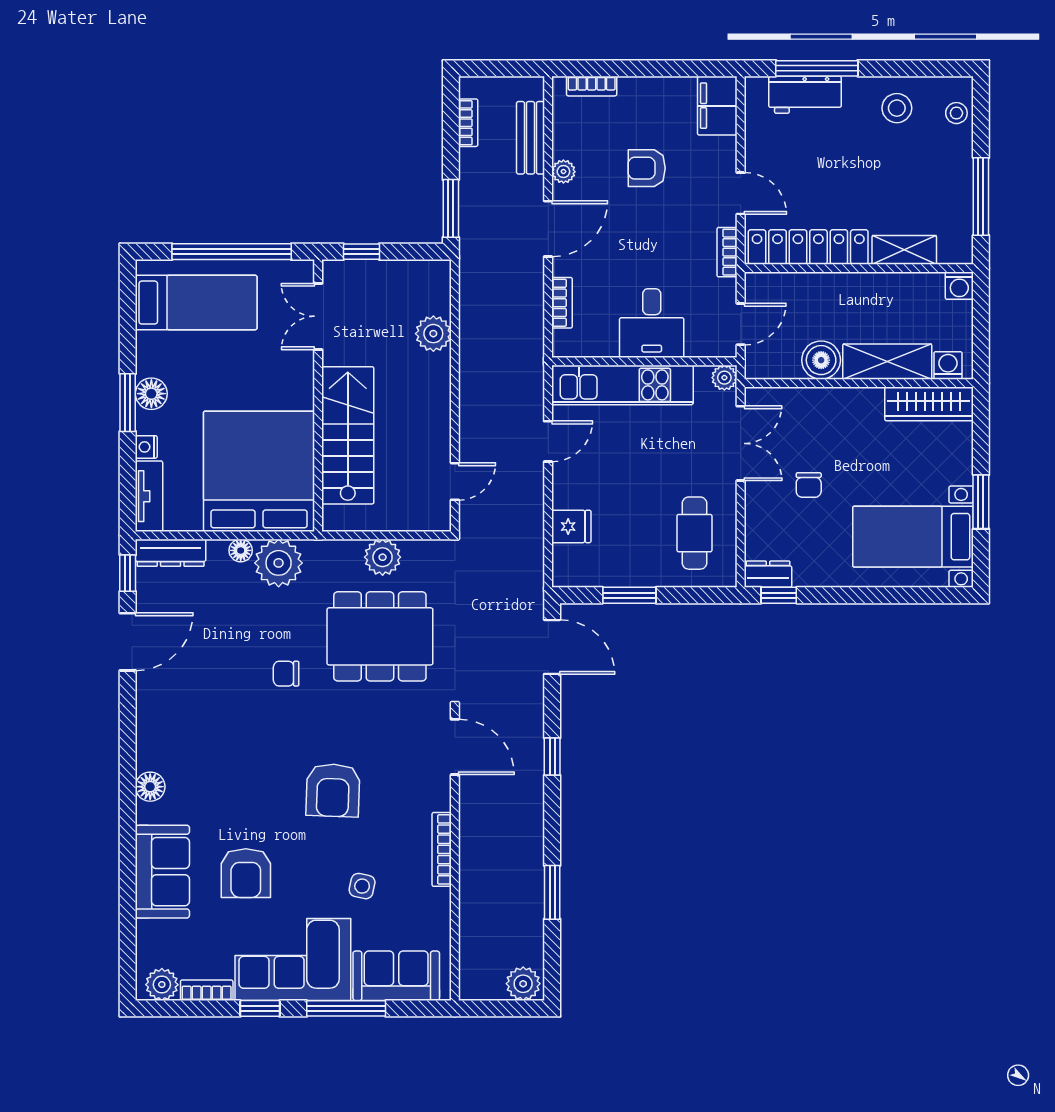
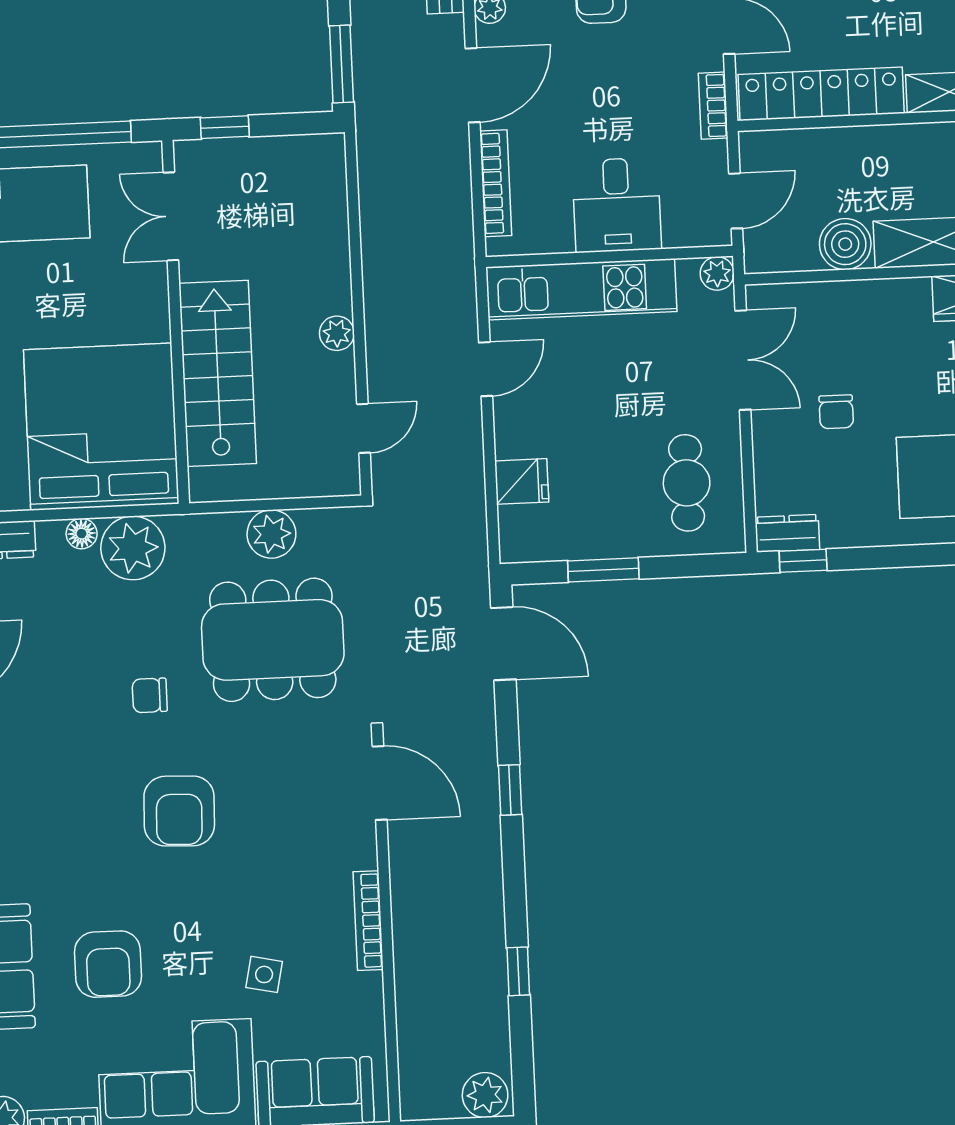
bookcase: (562, 303) -> (496, 183), width x1.56
plant: (433, 334) -> (337, 333), moved, width x0.73, depth x0.73
armchair: (333, 790) -> (179, 811), moved
window: (552, 892) -> (518, 971), width x0.67

